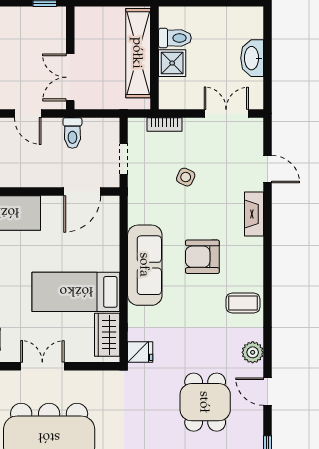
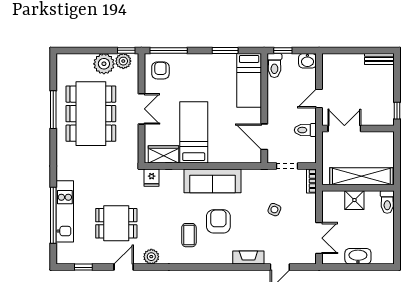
toilet: (175, 38) -> (387, 202), moved
bookcase: (164, 124) -> (311, 181), moved
coffee table: (243, 303) -> (189, 235), moved

